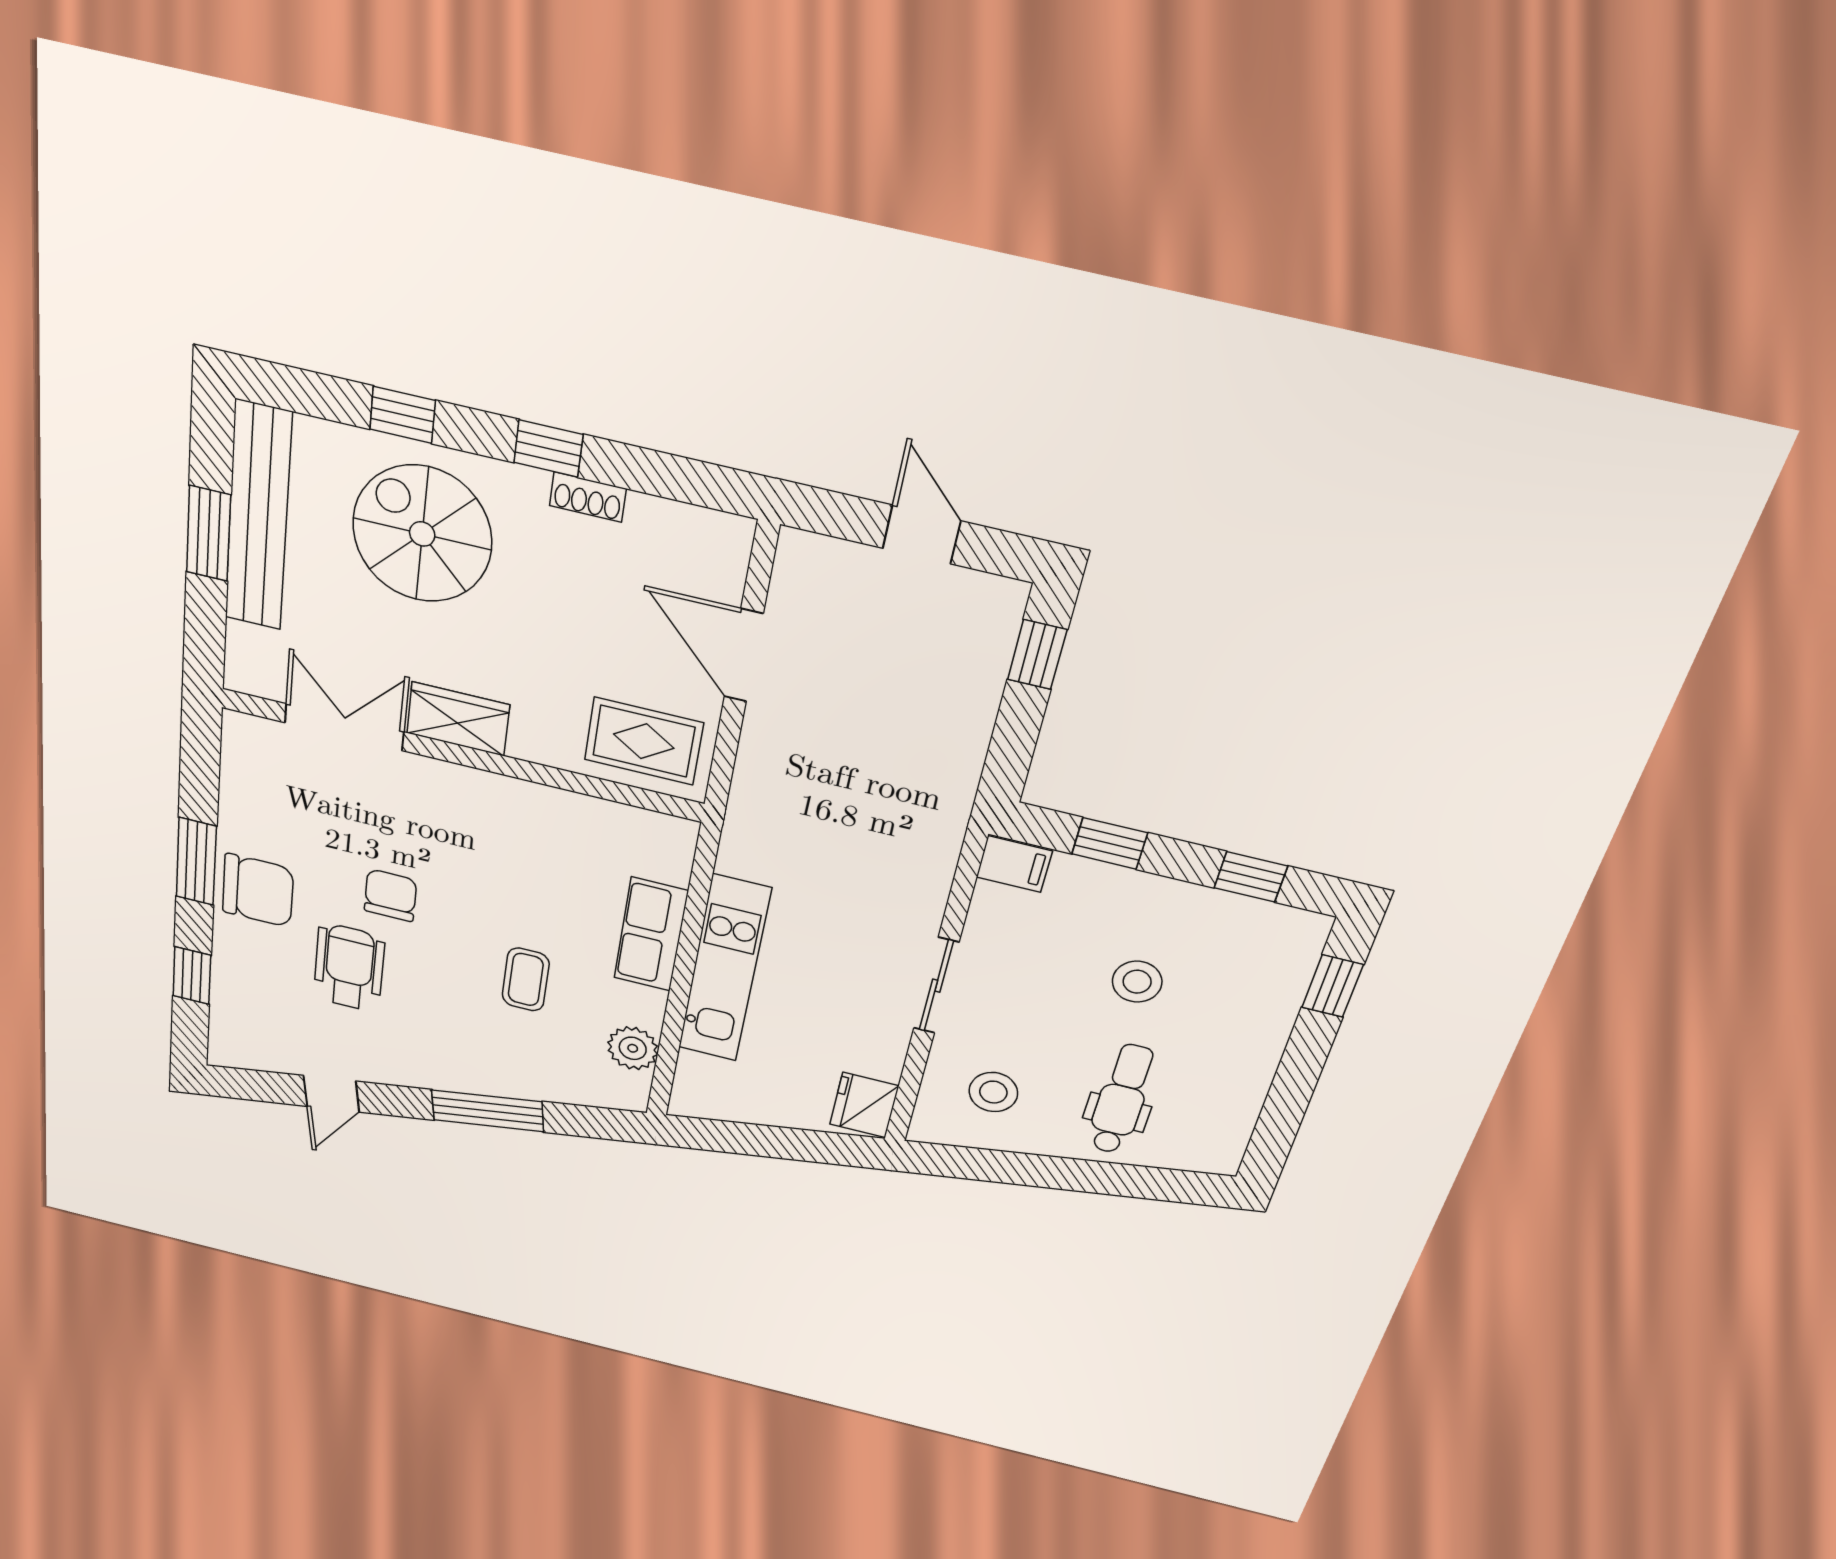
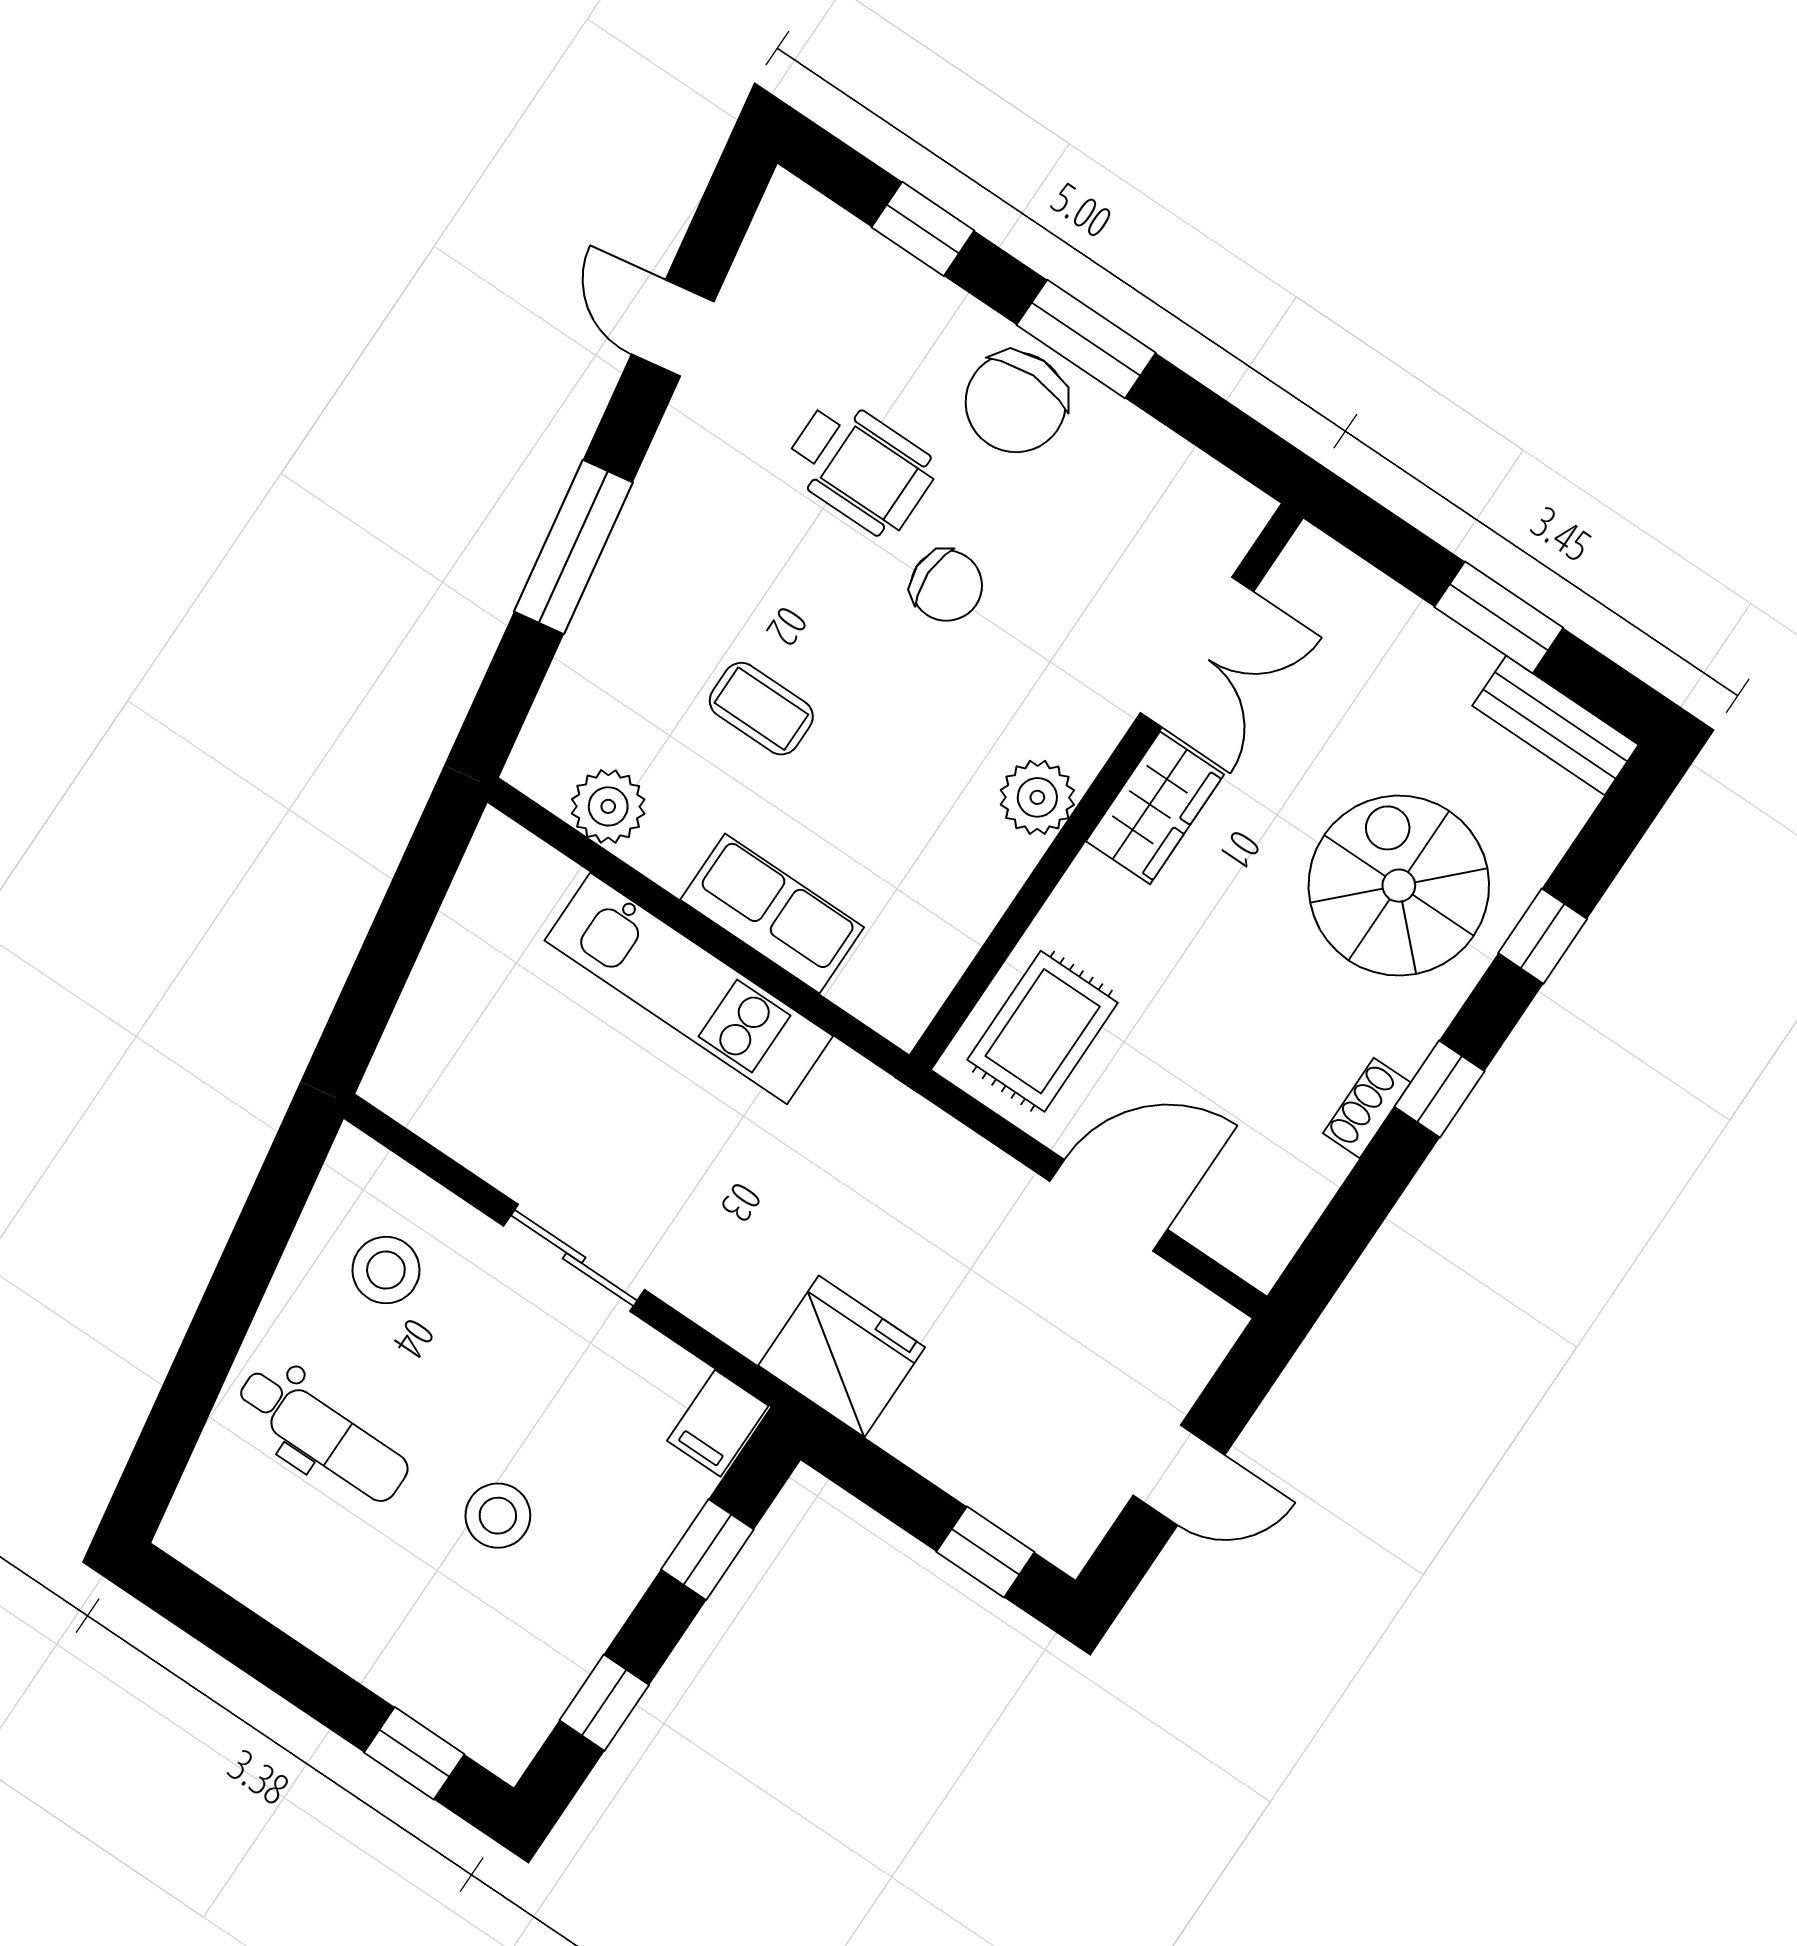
bench: (258, 517) -> (1555, 725), width x0.54, depth x0.82
spiral stairs: (422, 534) -> (1399, 886), turned -90
plant: (492, 796) -> (1037, 797), added
fridge: (864, 1105) -> (842, 1356), moved, width x1.36, depth x1.34

